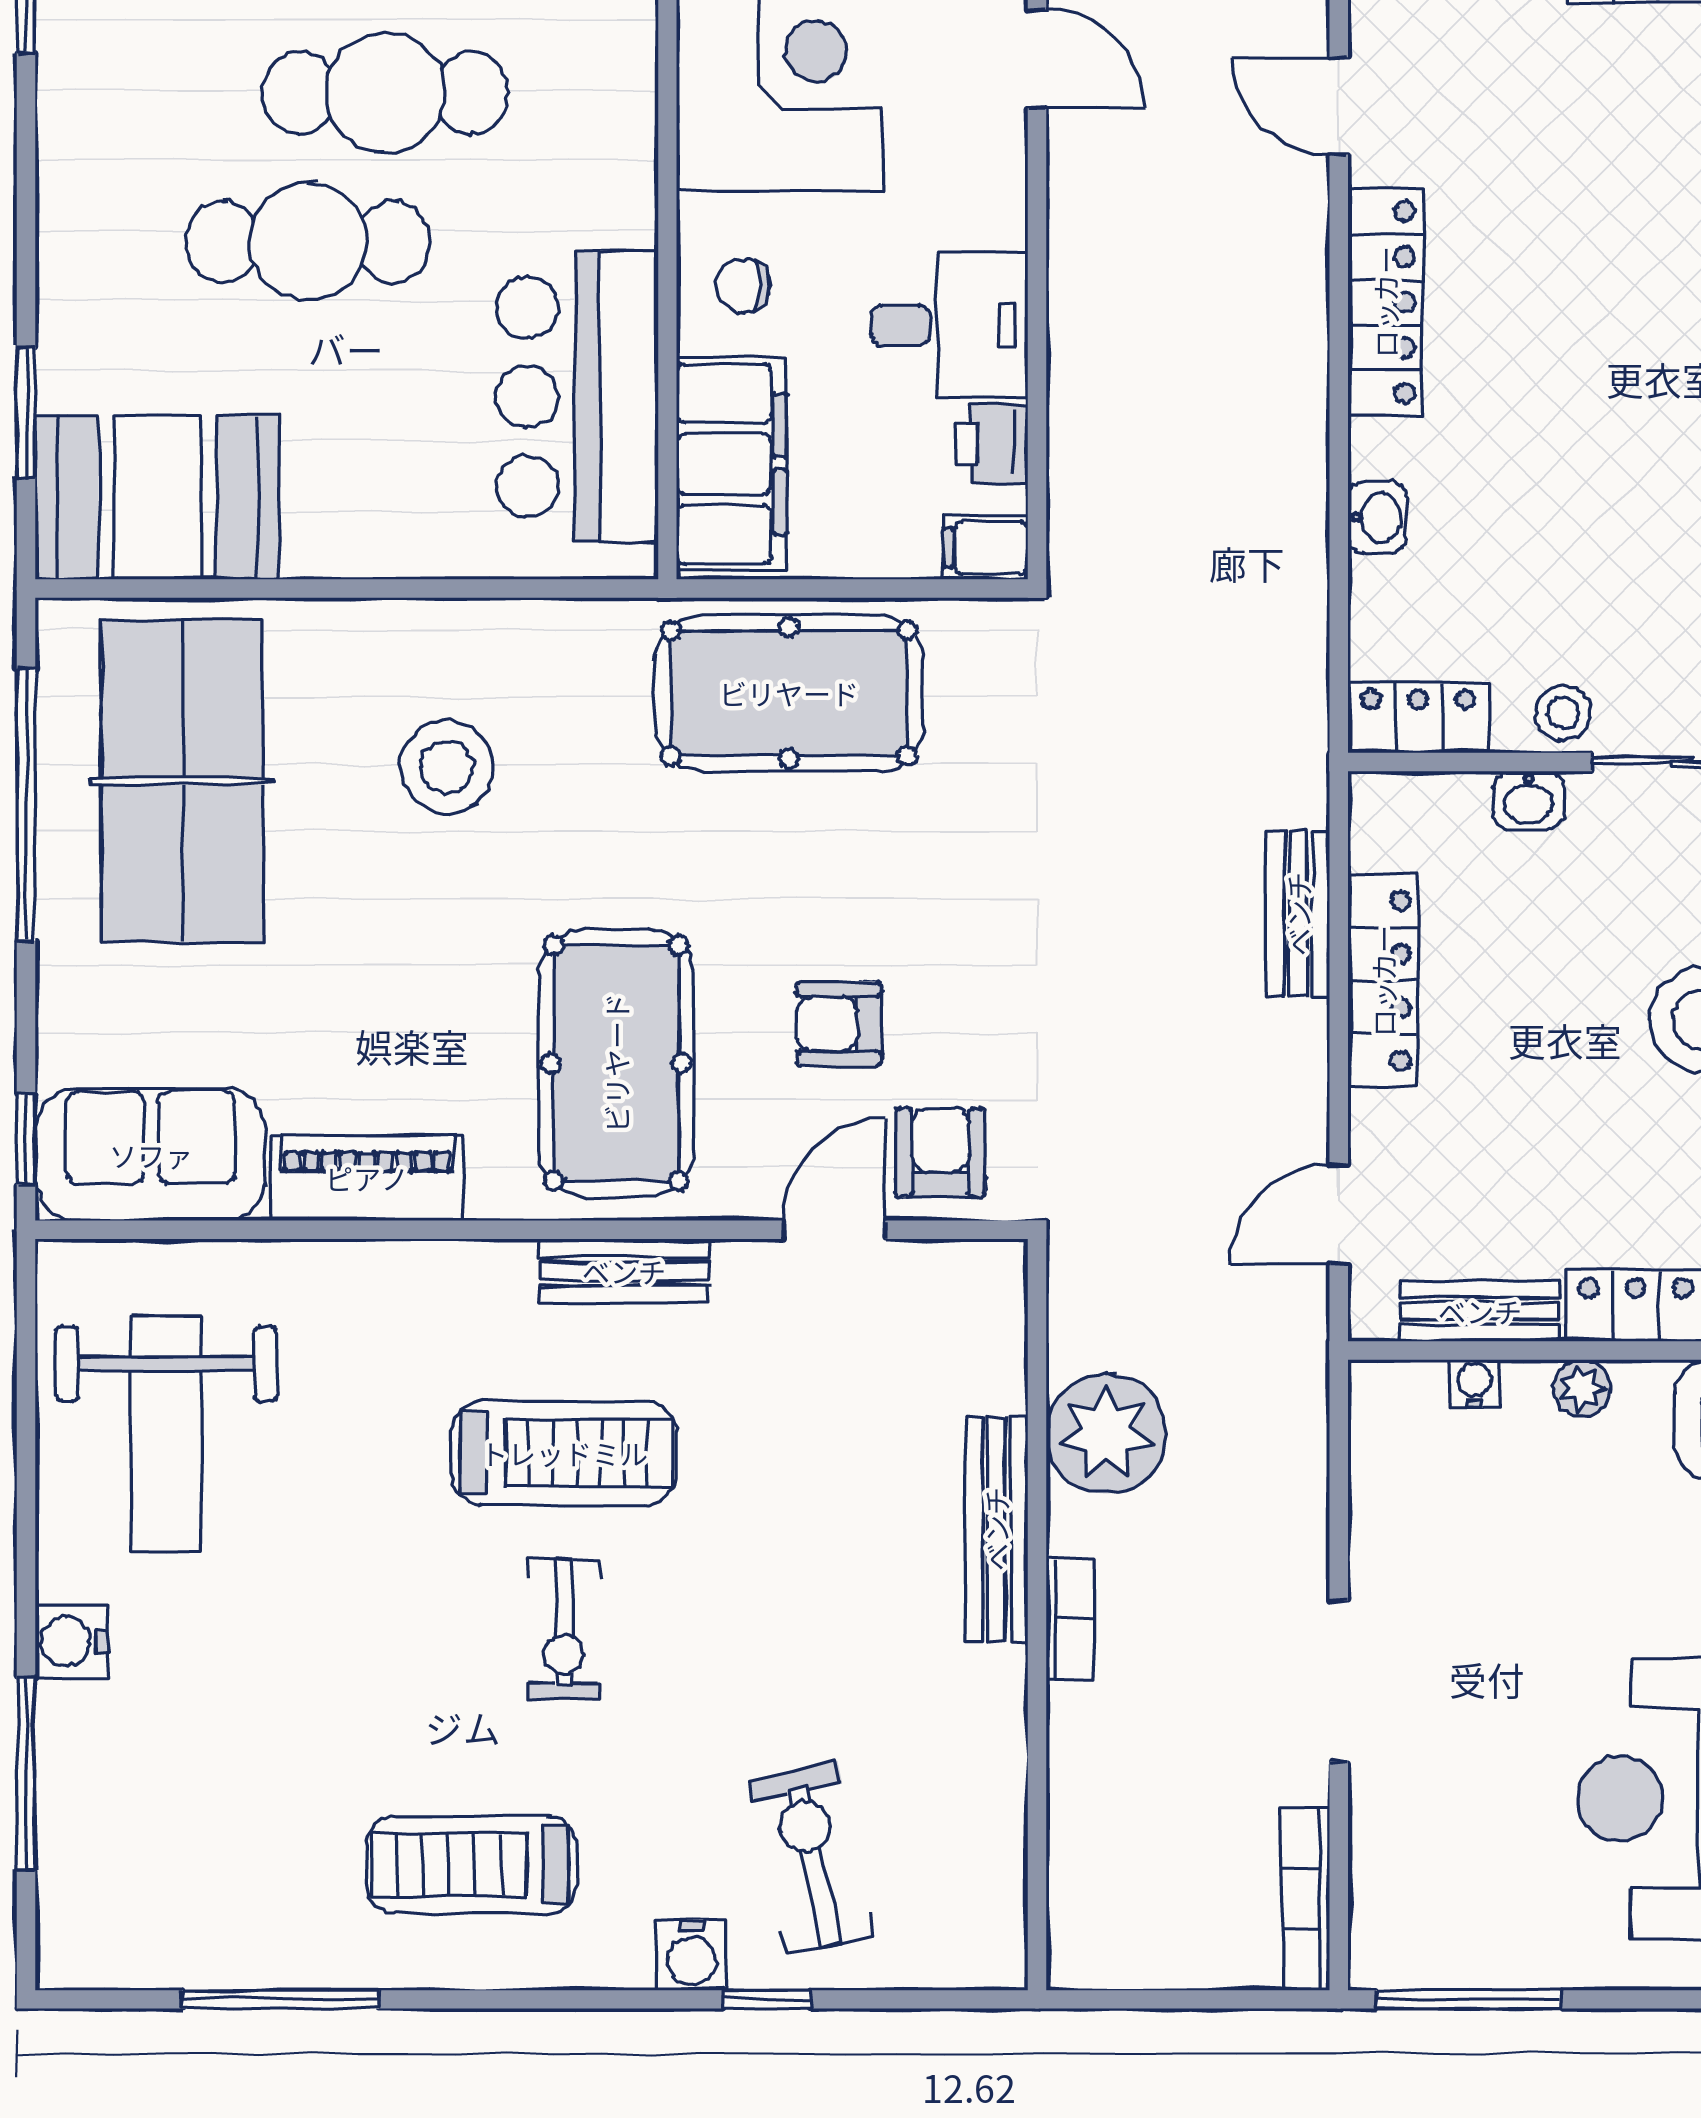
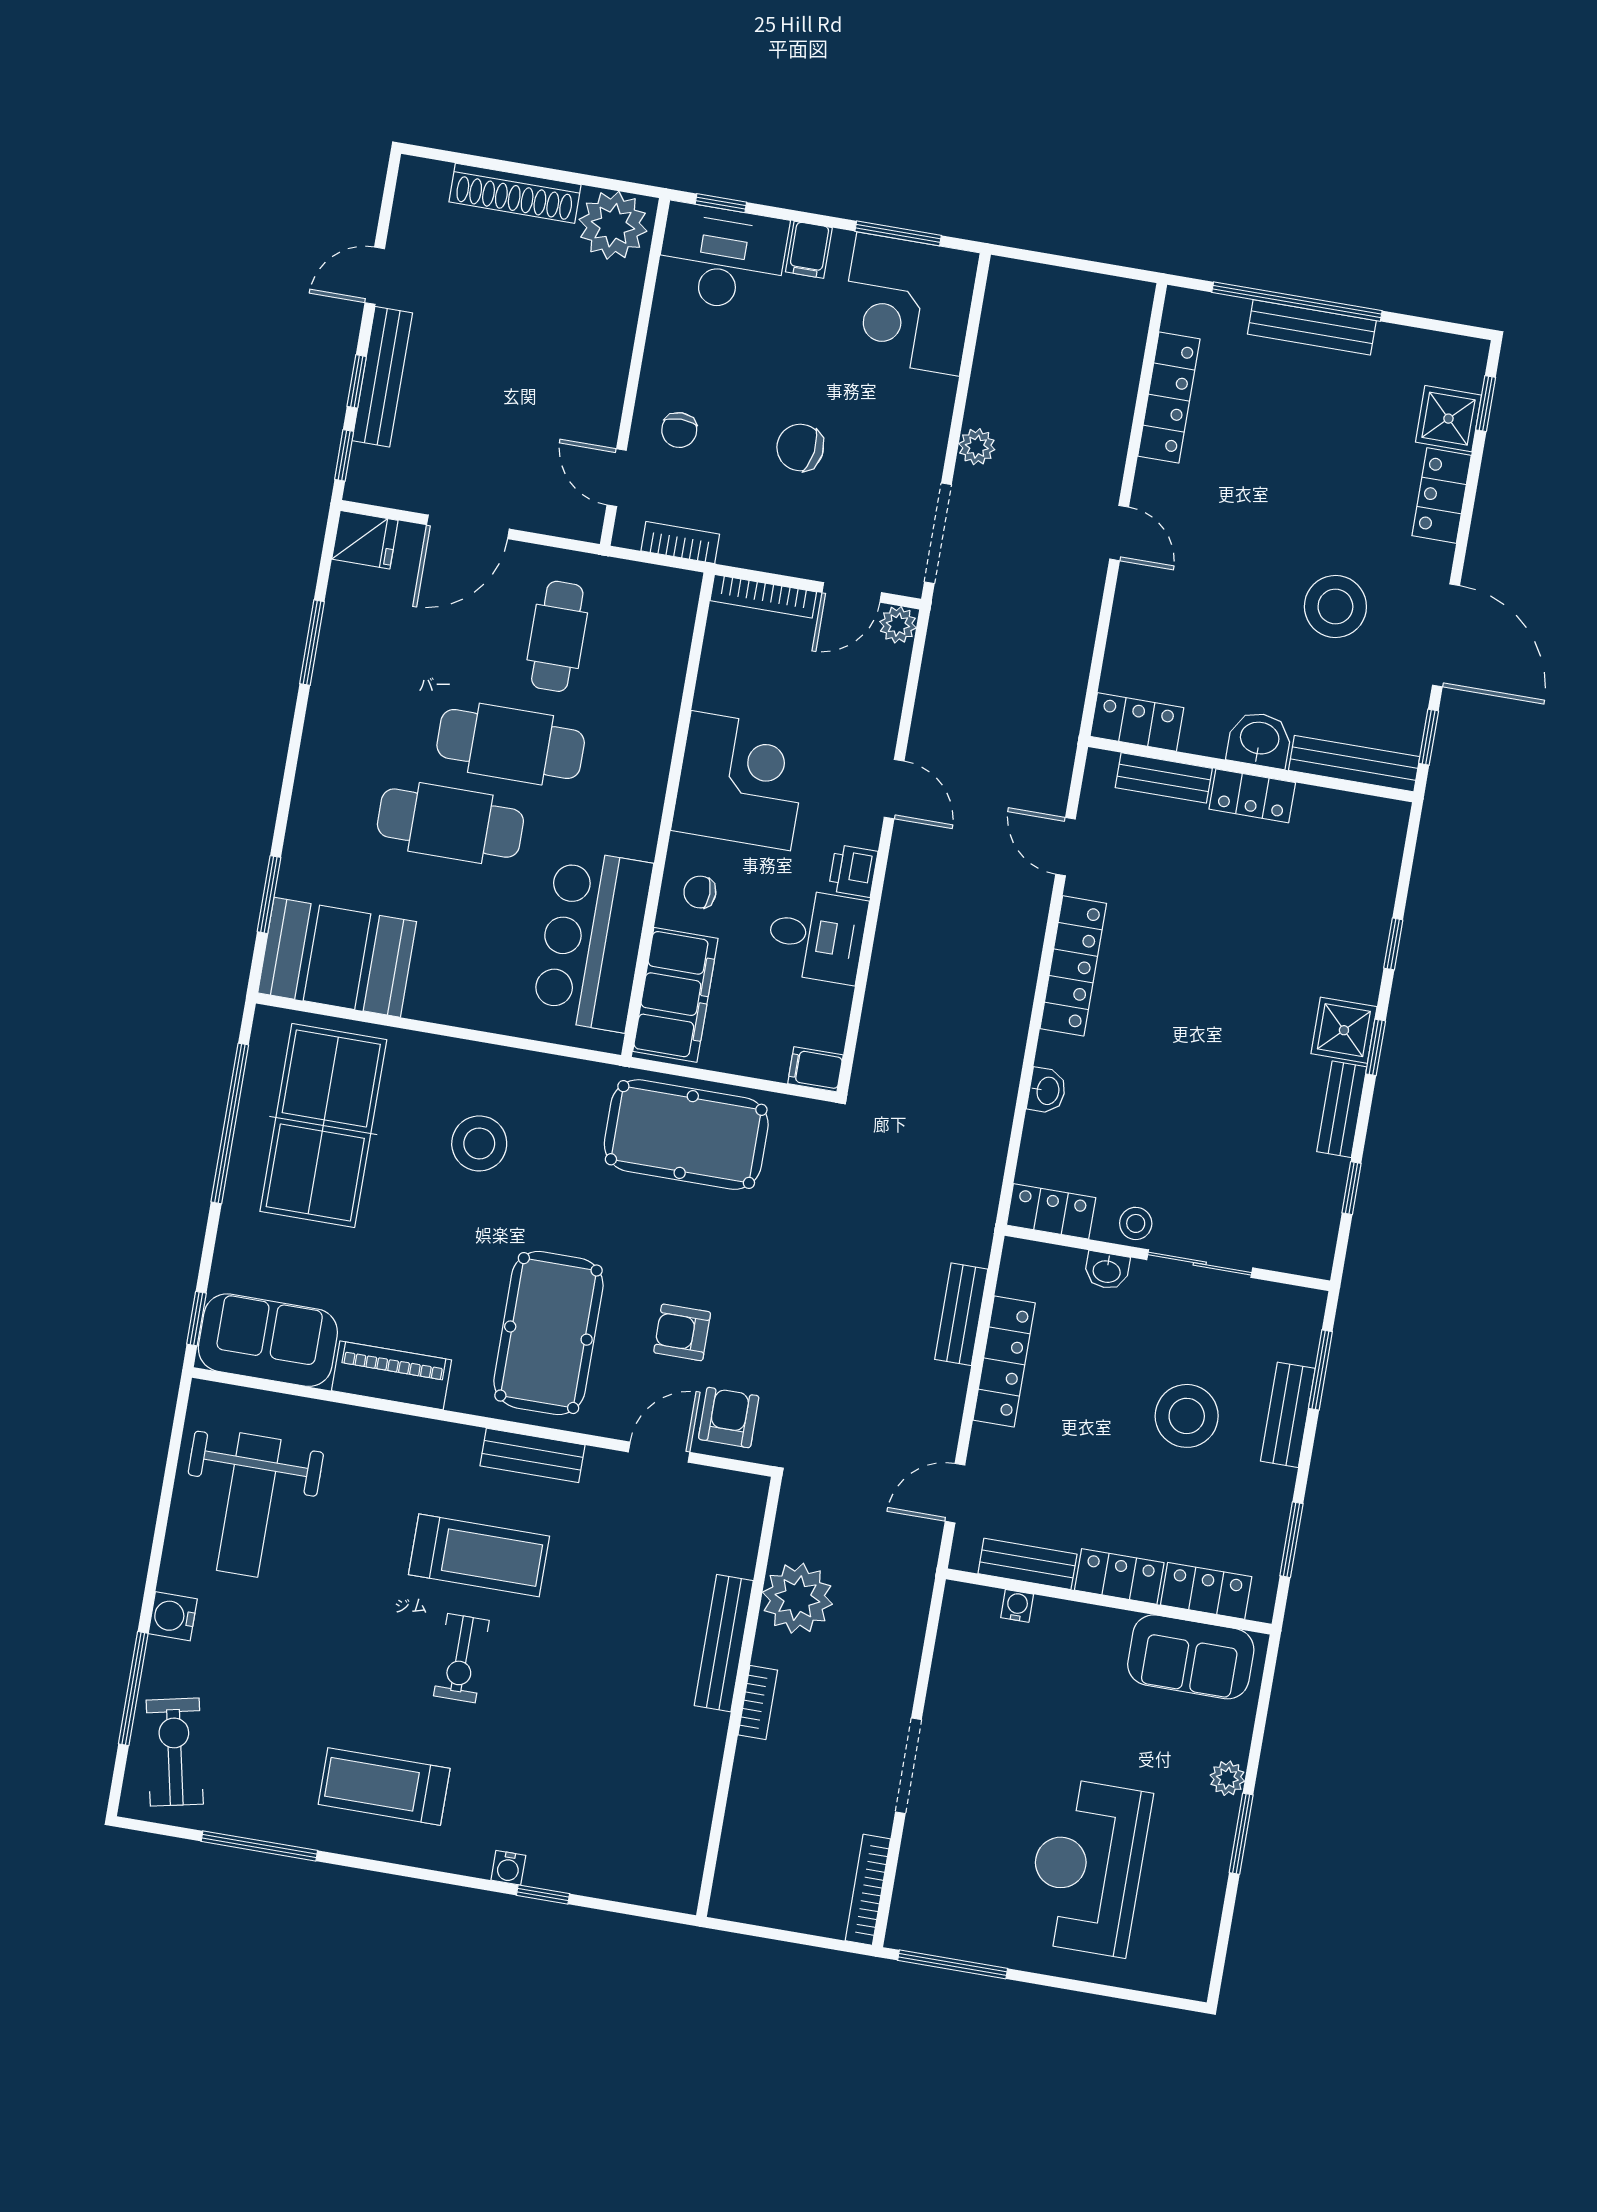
printer: (992, 444) -> (853, 871), moved
plant: (1582, 1388) -> (1080, 1619), removed
exercise bike: (812, 1858) -> (175, 1752), moved
water cooler: (692, 1955) -> (508, 1868), width x0.72, depth x0.72

